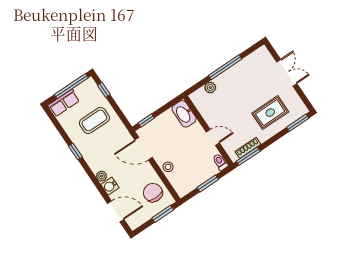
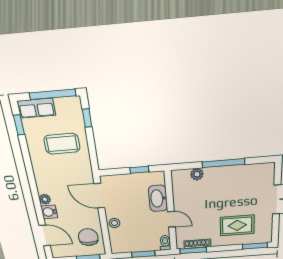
washbasin: (184, 114) -> (158, 198), moved
window: (146, 120) -> (139, 170), moved
window: (75, 152) -> (19, 125), moved

